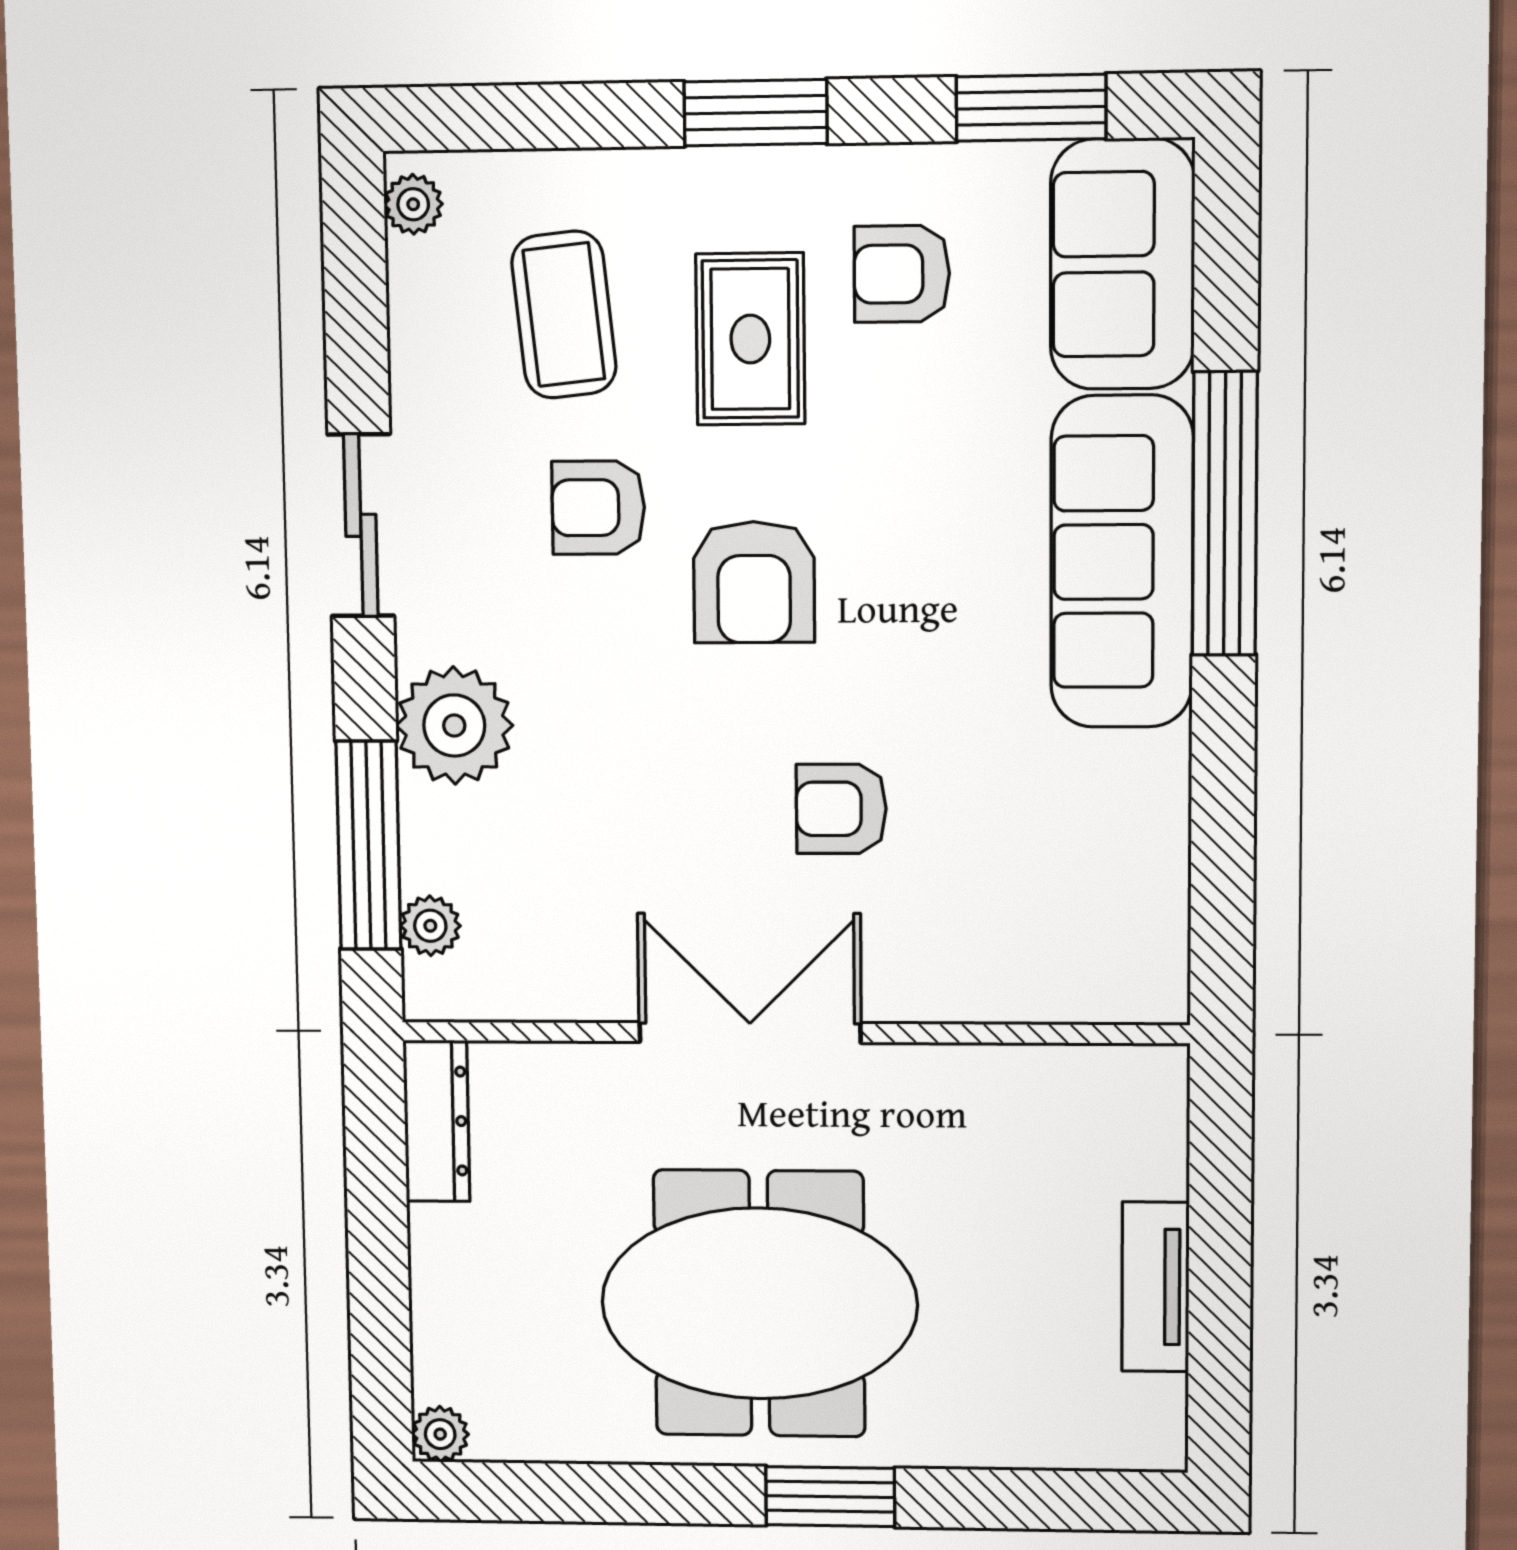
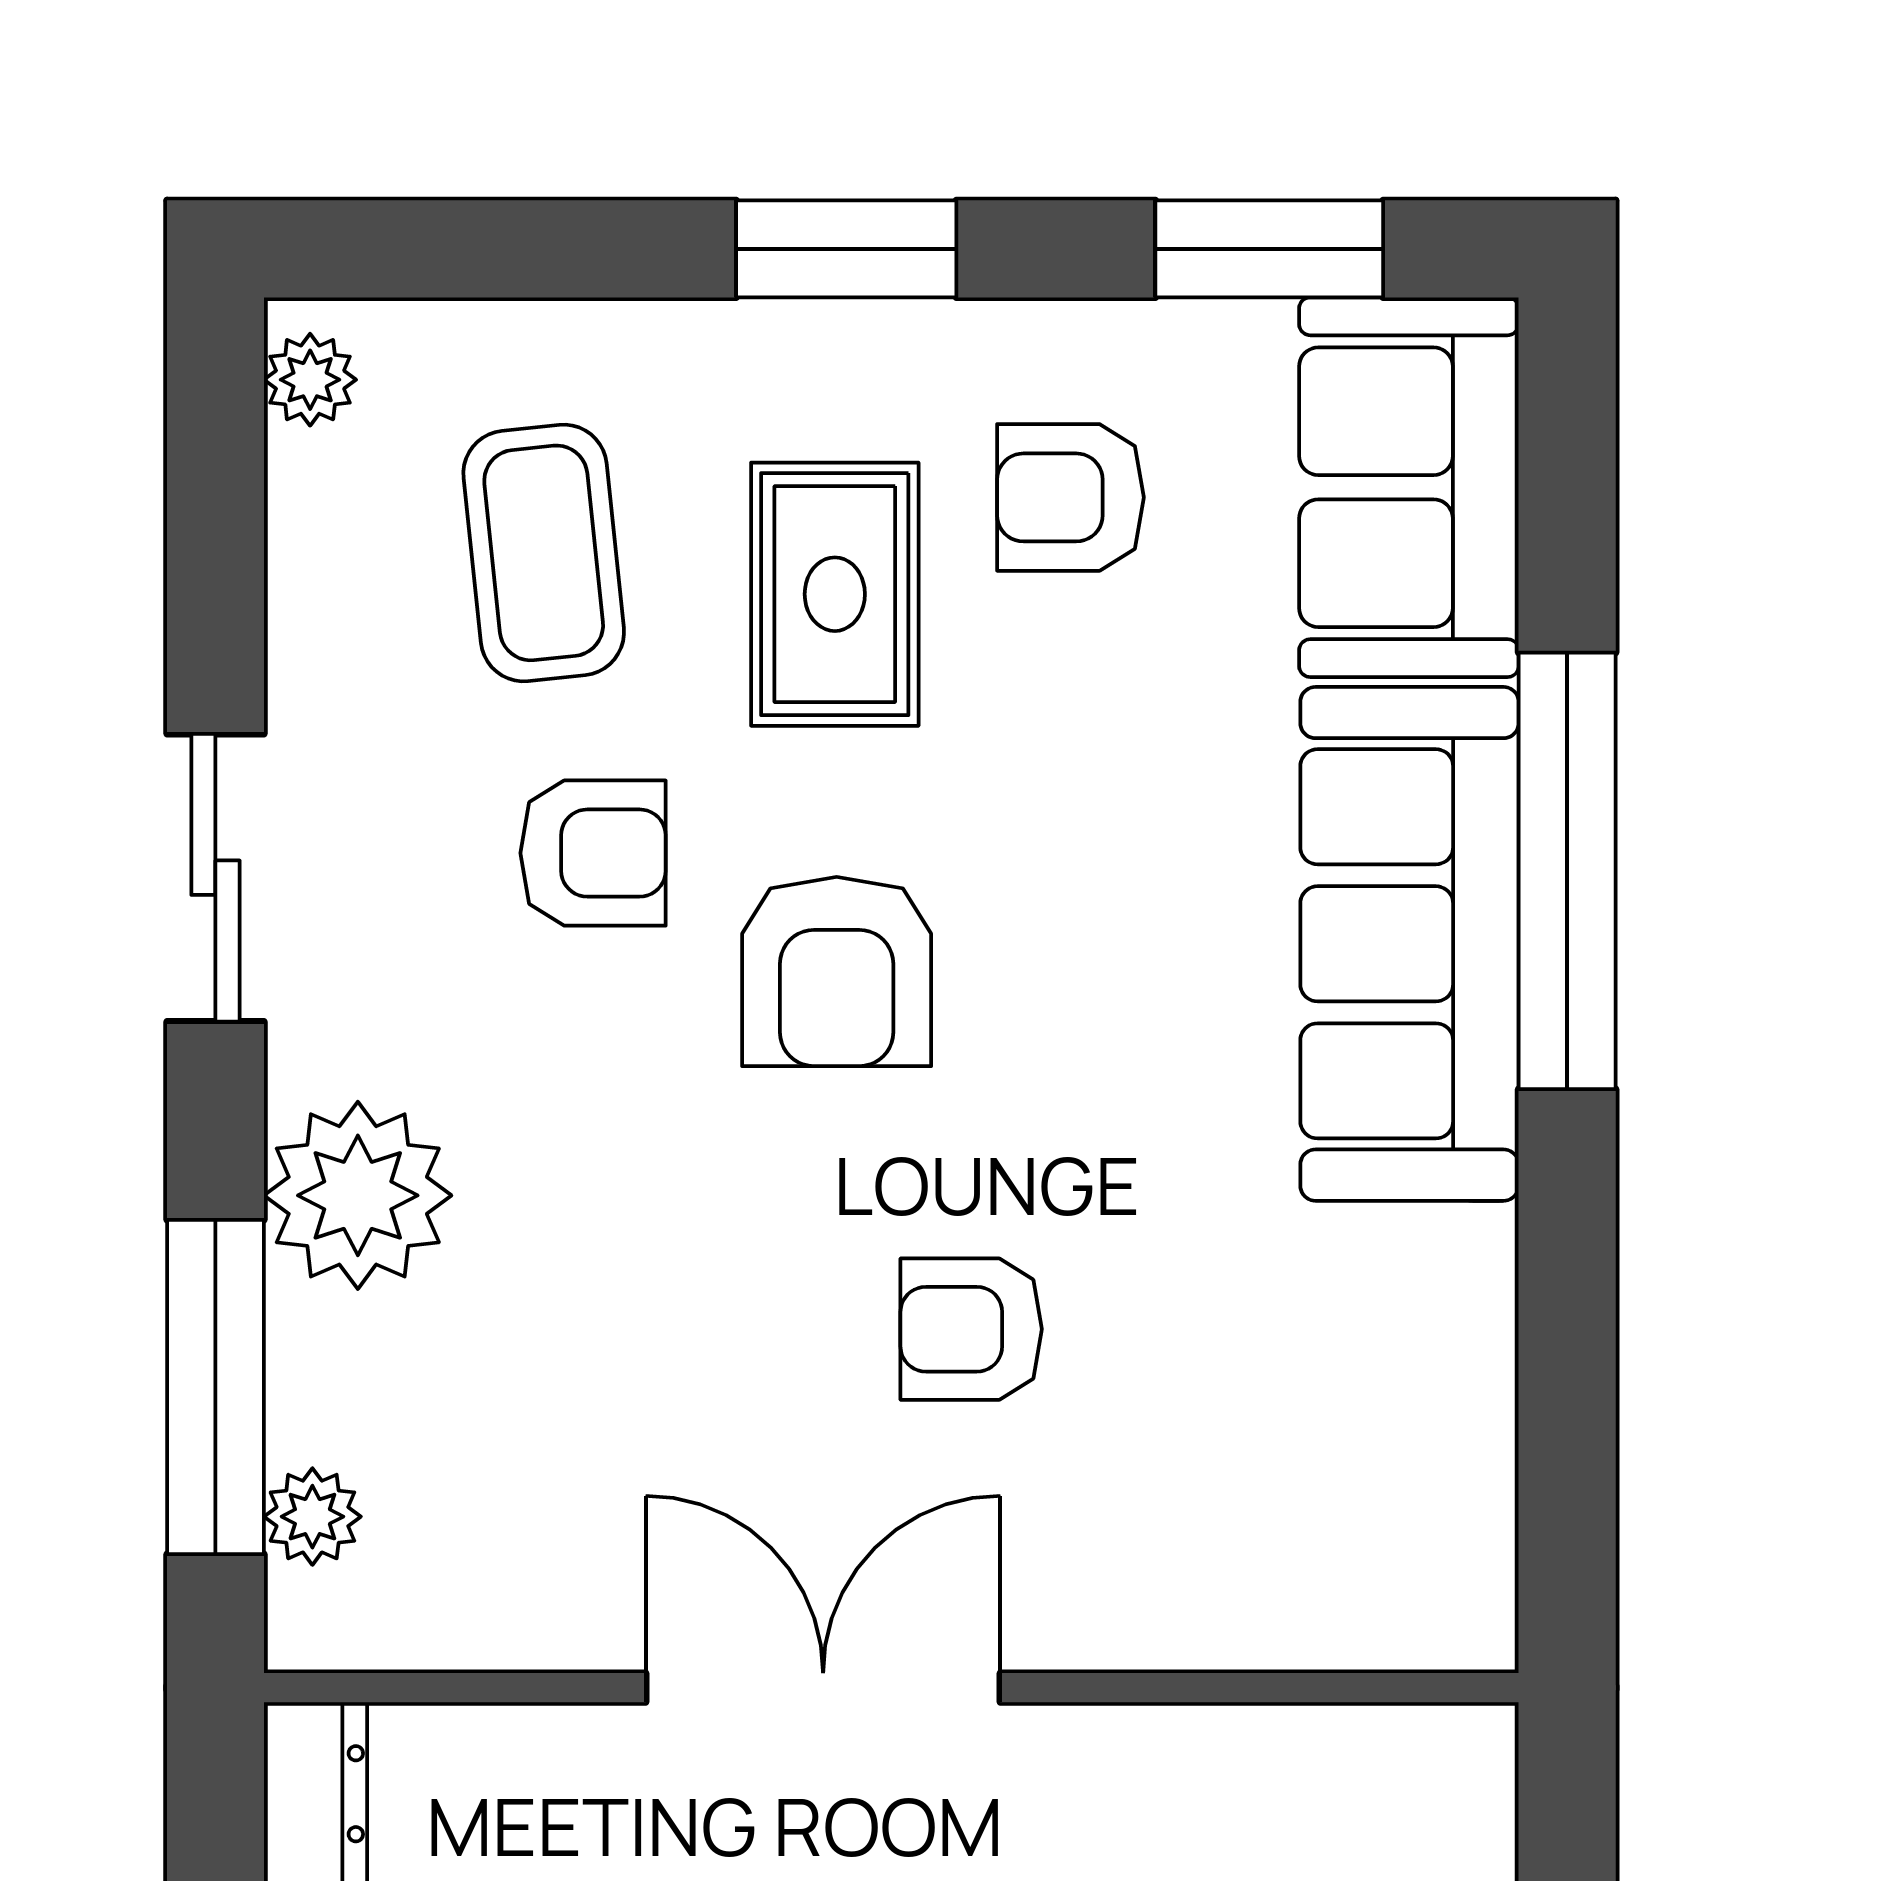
armchair: (598, 508) -> (593, 853), turned 180

